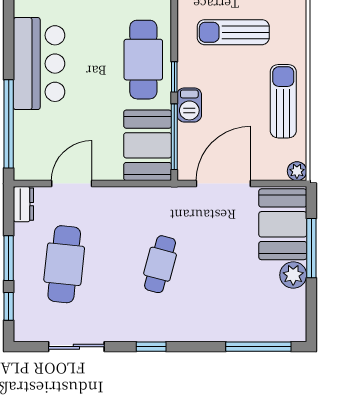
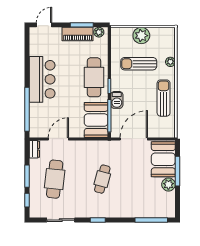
plant: (297, 171) -> (170, 62), moved

